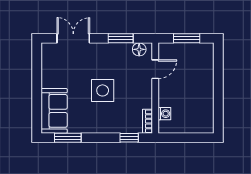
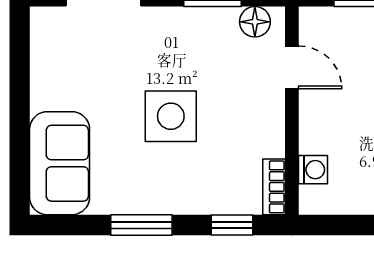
door: (155, 69) -> (292, 67), hinge flipped
window: (68, 138) -> (141, 225), moved

